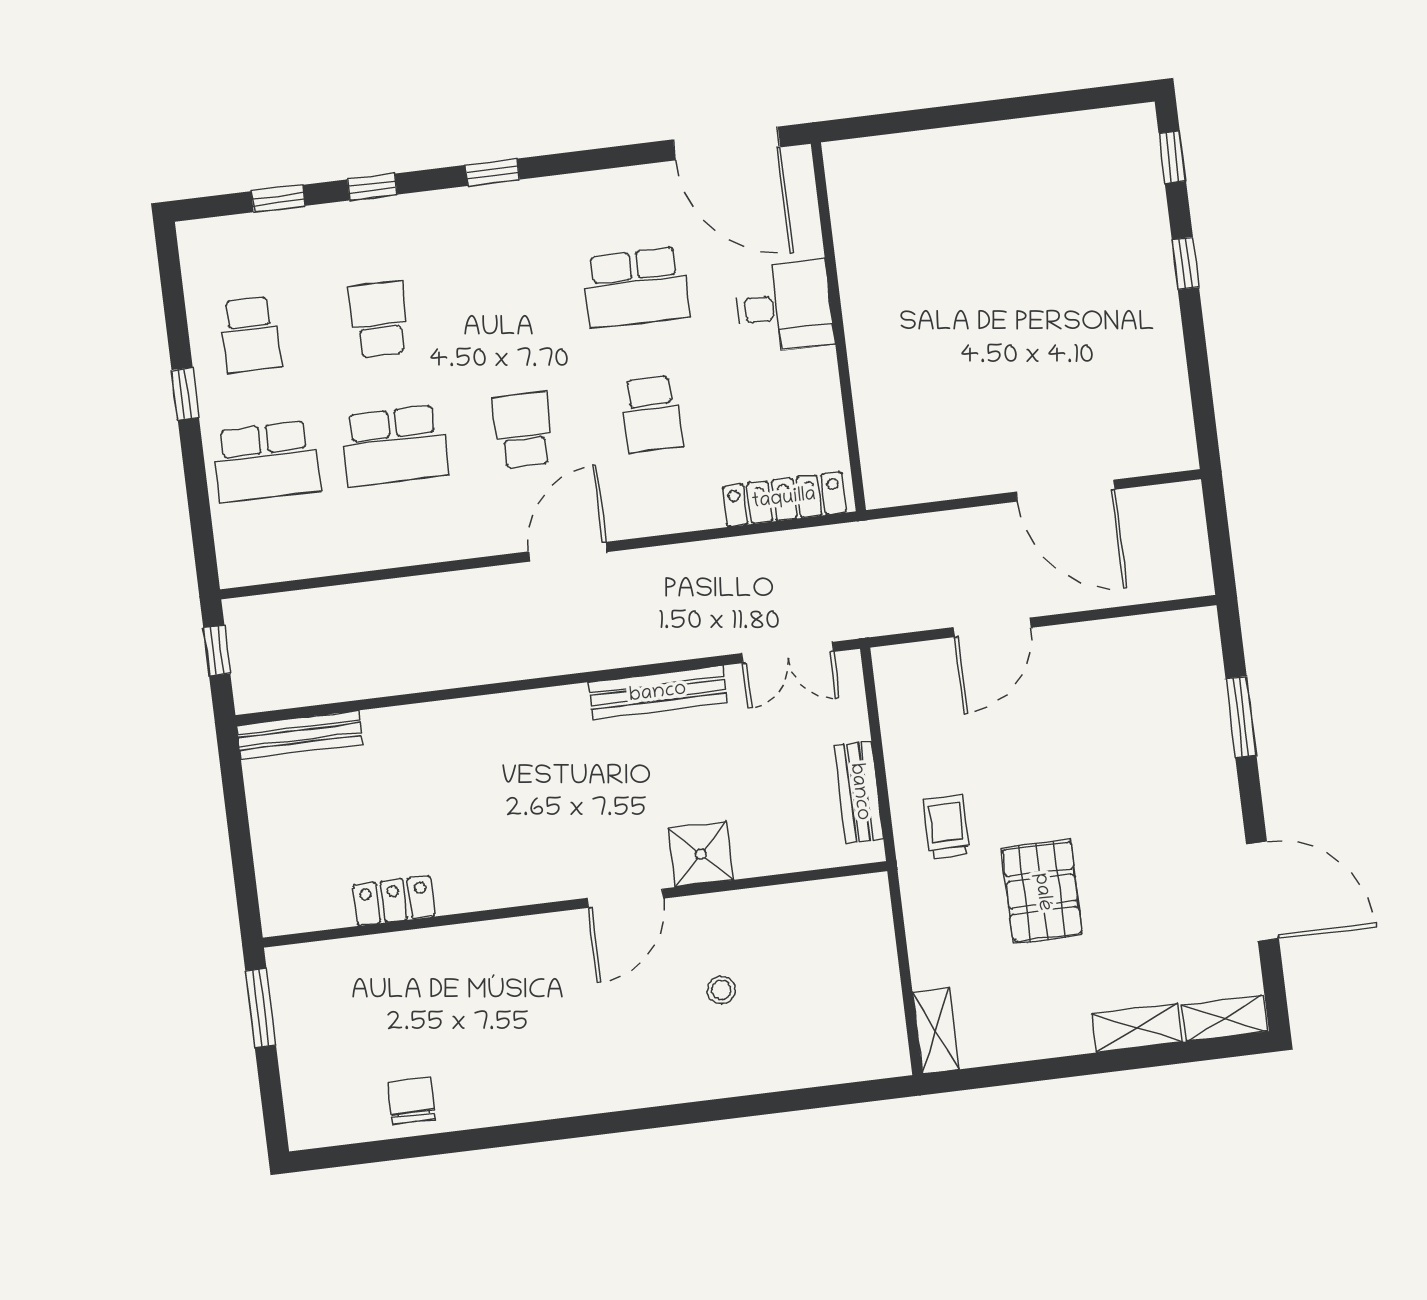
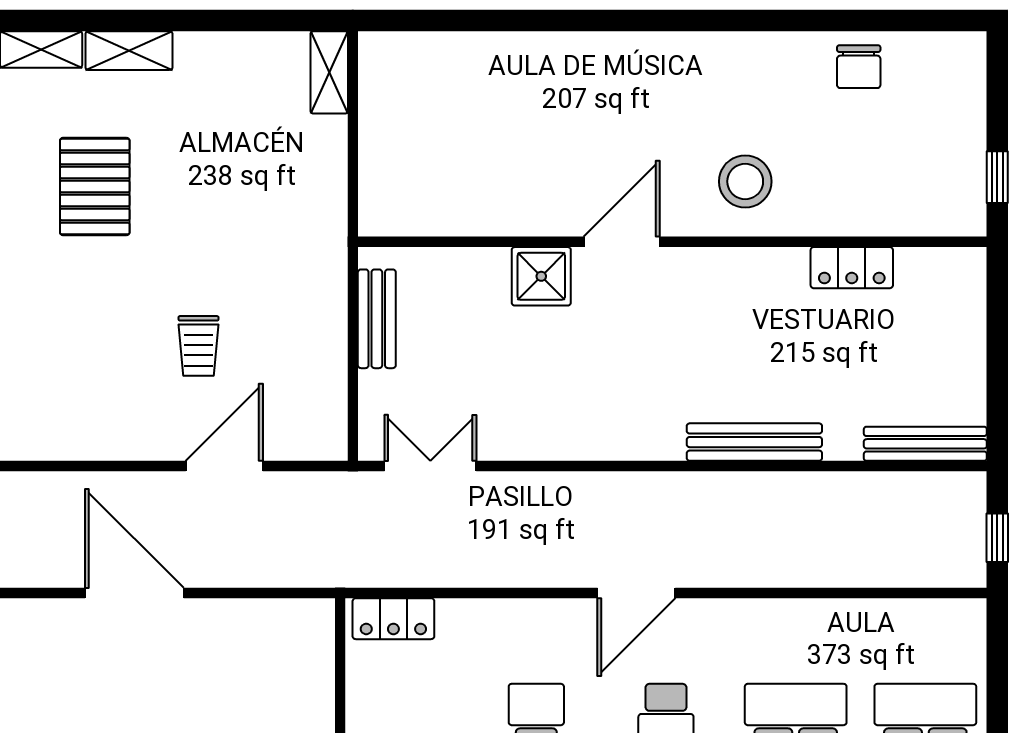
locker: (784, 499) -> (393, 619), width x0.66
bench: (658, 693) -> (754, 442), moved
trolley: (946, 827) -> (198, 346), moved
pallet: (1042, 892) -> (95, 187), moved
stool: (721, 990) -> (745, 181), moved, width x1.89, depth x1.89
window: (261, 1008) -> (997, 177), width x0.67

